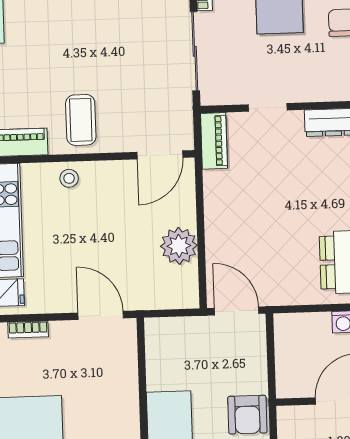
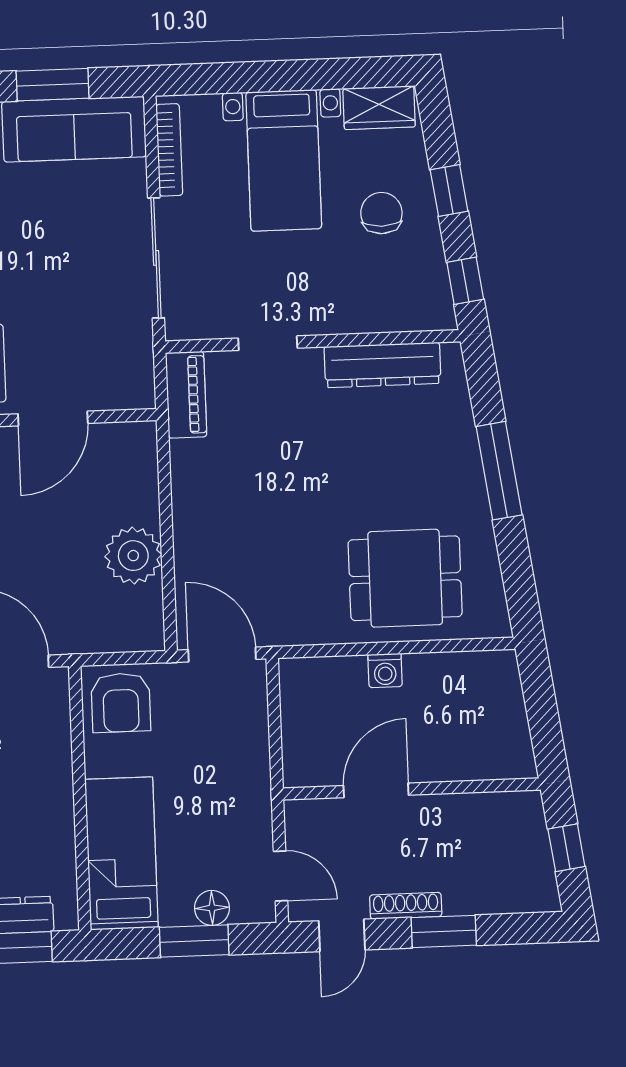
door: (160, 155) -> (53, 419), moved
armchair: (247, 415) -> (121, 703), moved

